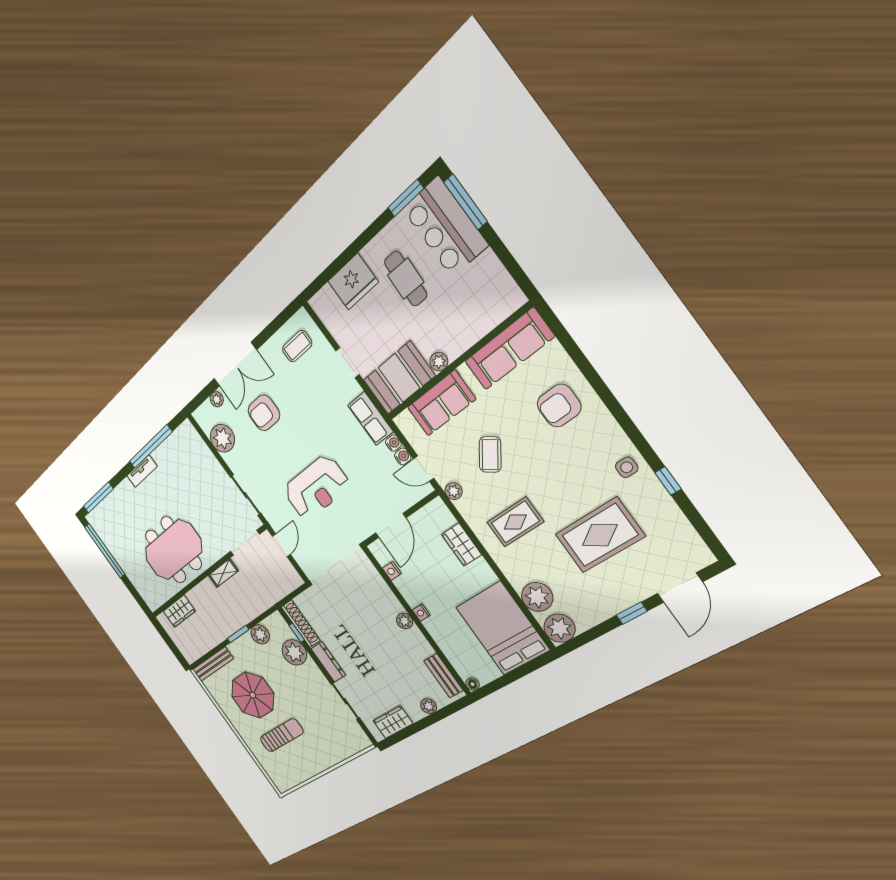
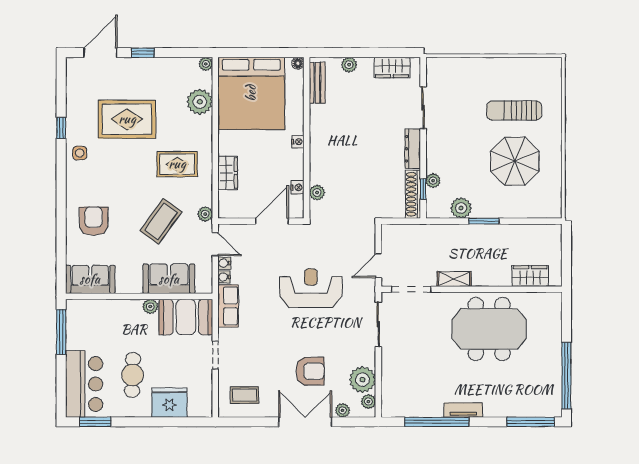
window: (466, 202) -> (61, 332), moved
sofa: (509, 349) -> (90, 279), width x0.73
armchair: (559, 406) -> (94, 221), turned -90
plant: (205, 423) -> (368, 401), added
coffee table: (490, 455) -> (161, 221), width x1.36, depth x1.30
plant: (405, 621) -> (317, 193), moved
bed: (502, 628) -> (251, 93), width x1.36
plant: (559, 628) -> (206, 64), width x0.53, depth x0.53
plant: (294, 652) -> (433, 181), width x0.53, depth x0.53
bench: (213, 664) -> (535, 211), removed

